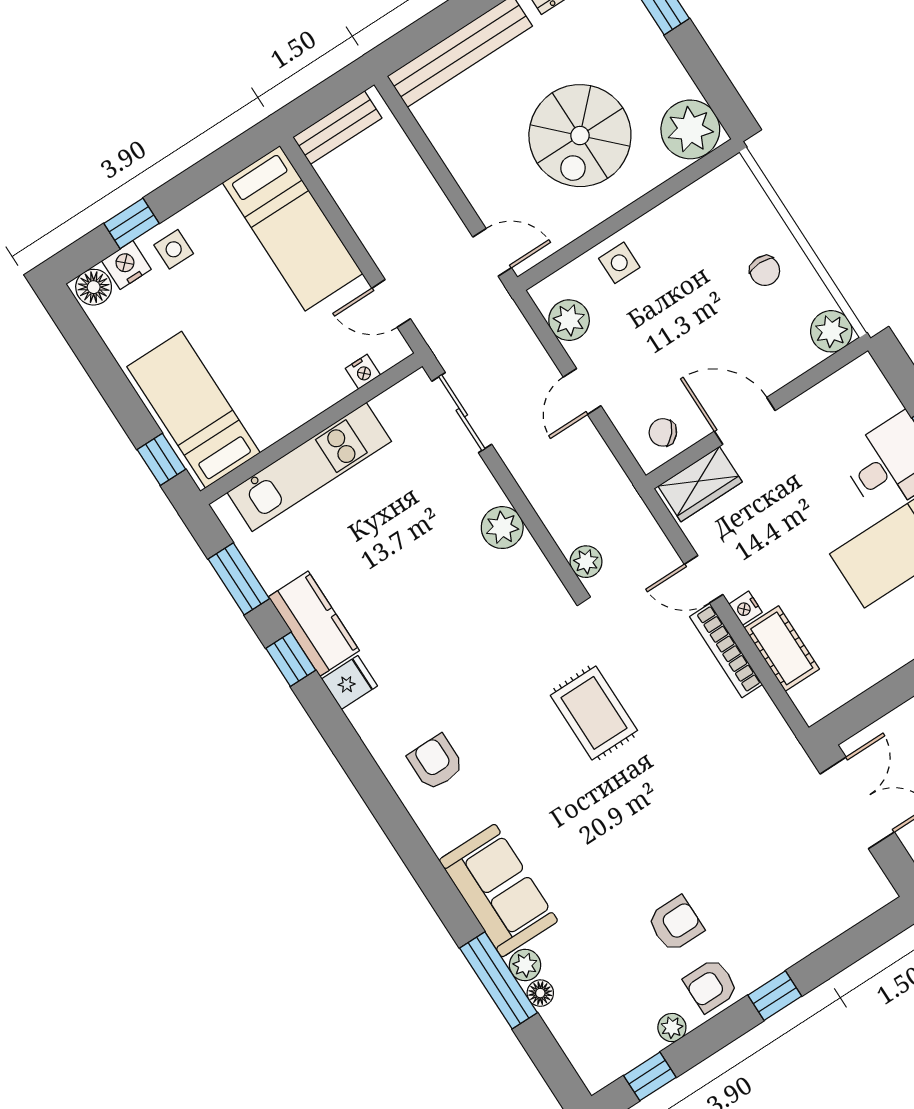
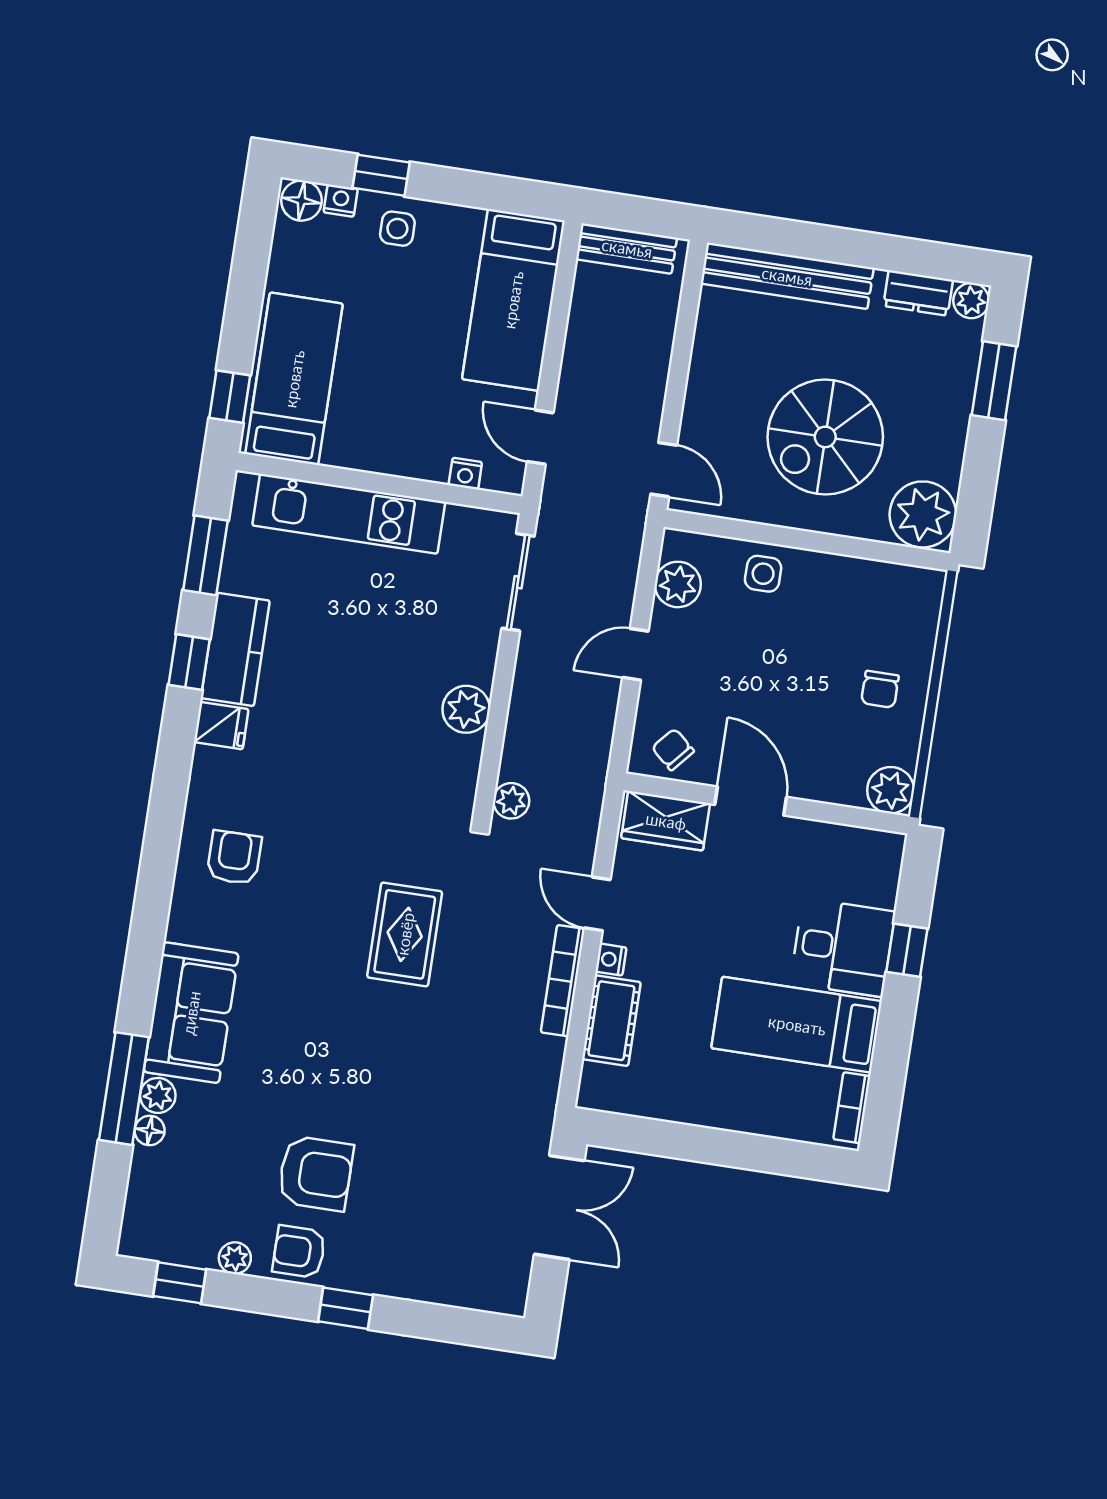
nightstand: (126, 265) -> (341, 201), width x0.72, depth x0.74
armchair: (675, 924) -> (315, 1173), width x1.38, depth x1.38

